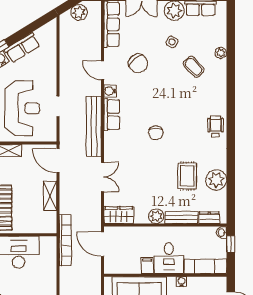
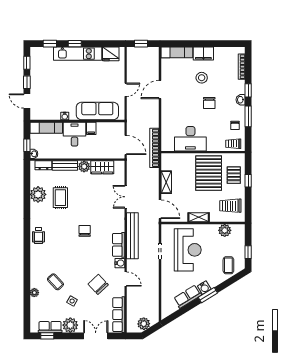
reception desk: (22, 108) -> (188, 250), turned 180
wardrobe: (119, 215) -> (102, 167), moved

